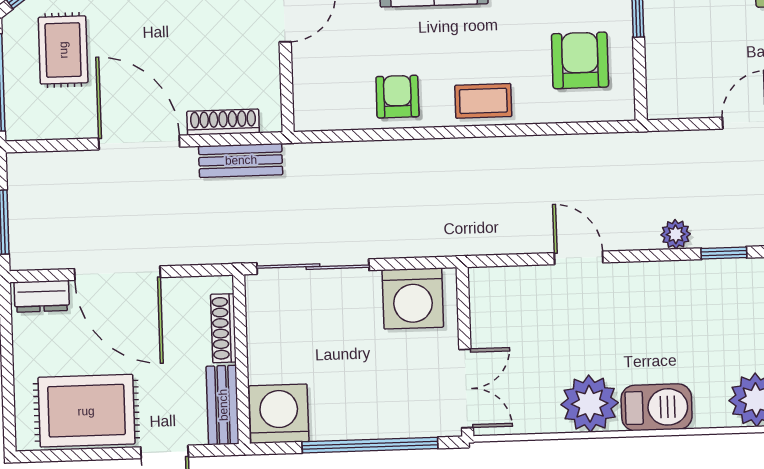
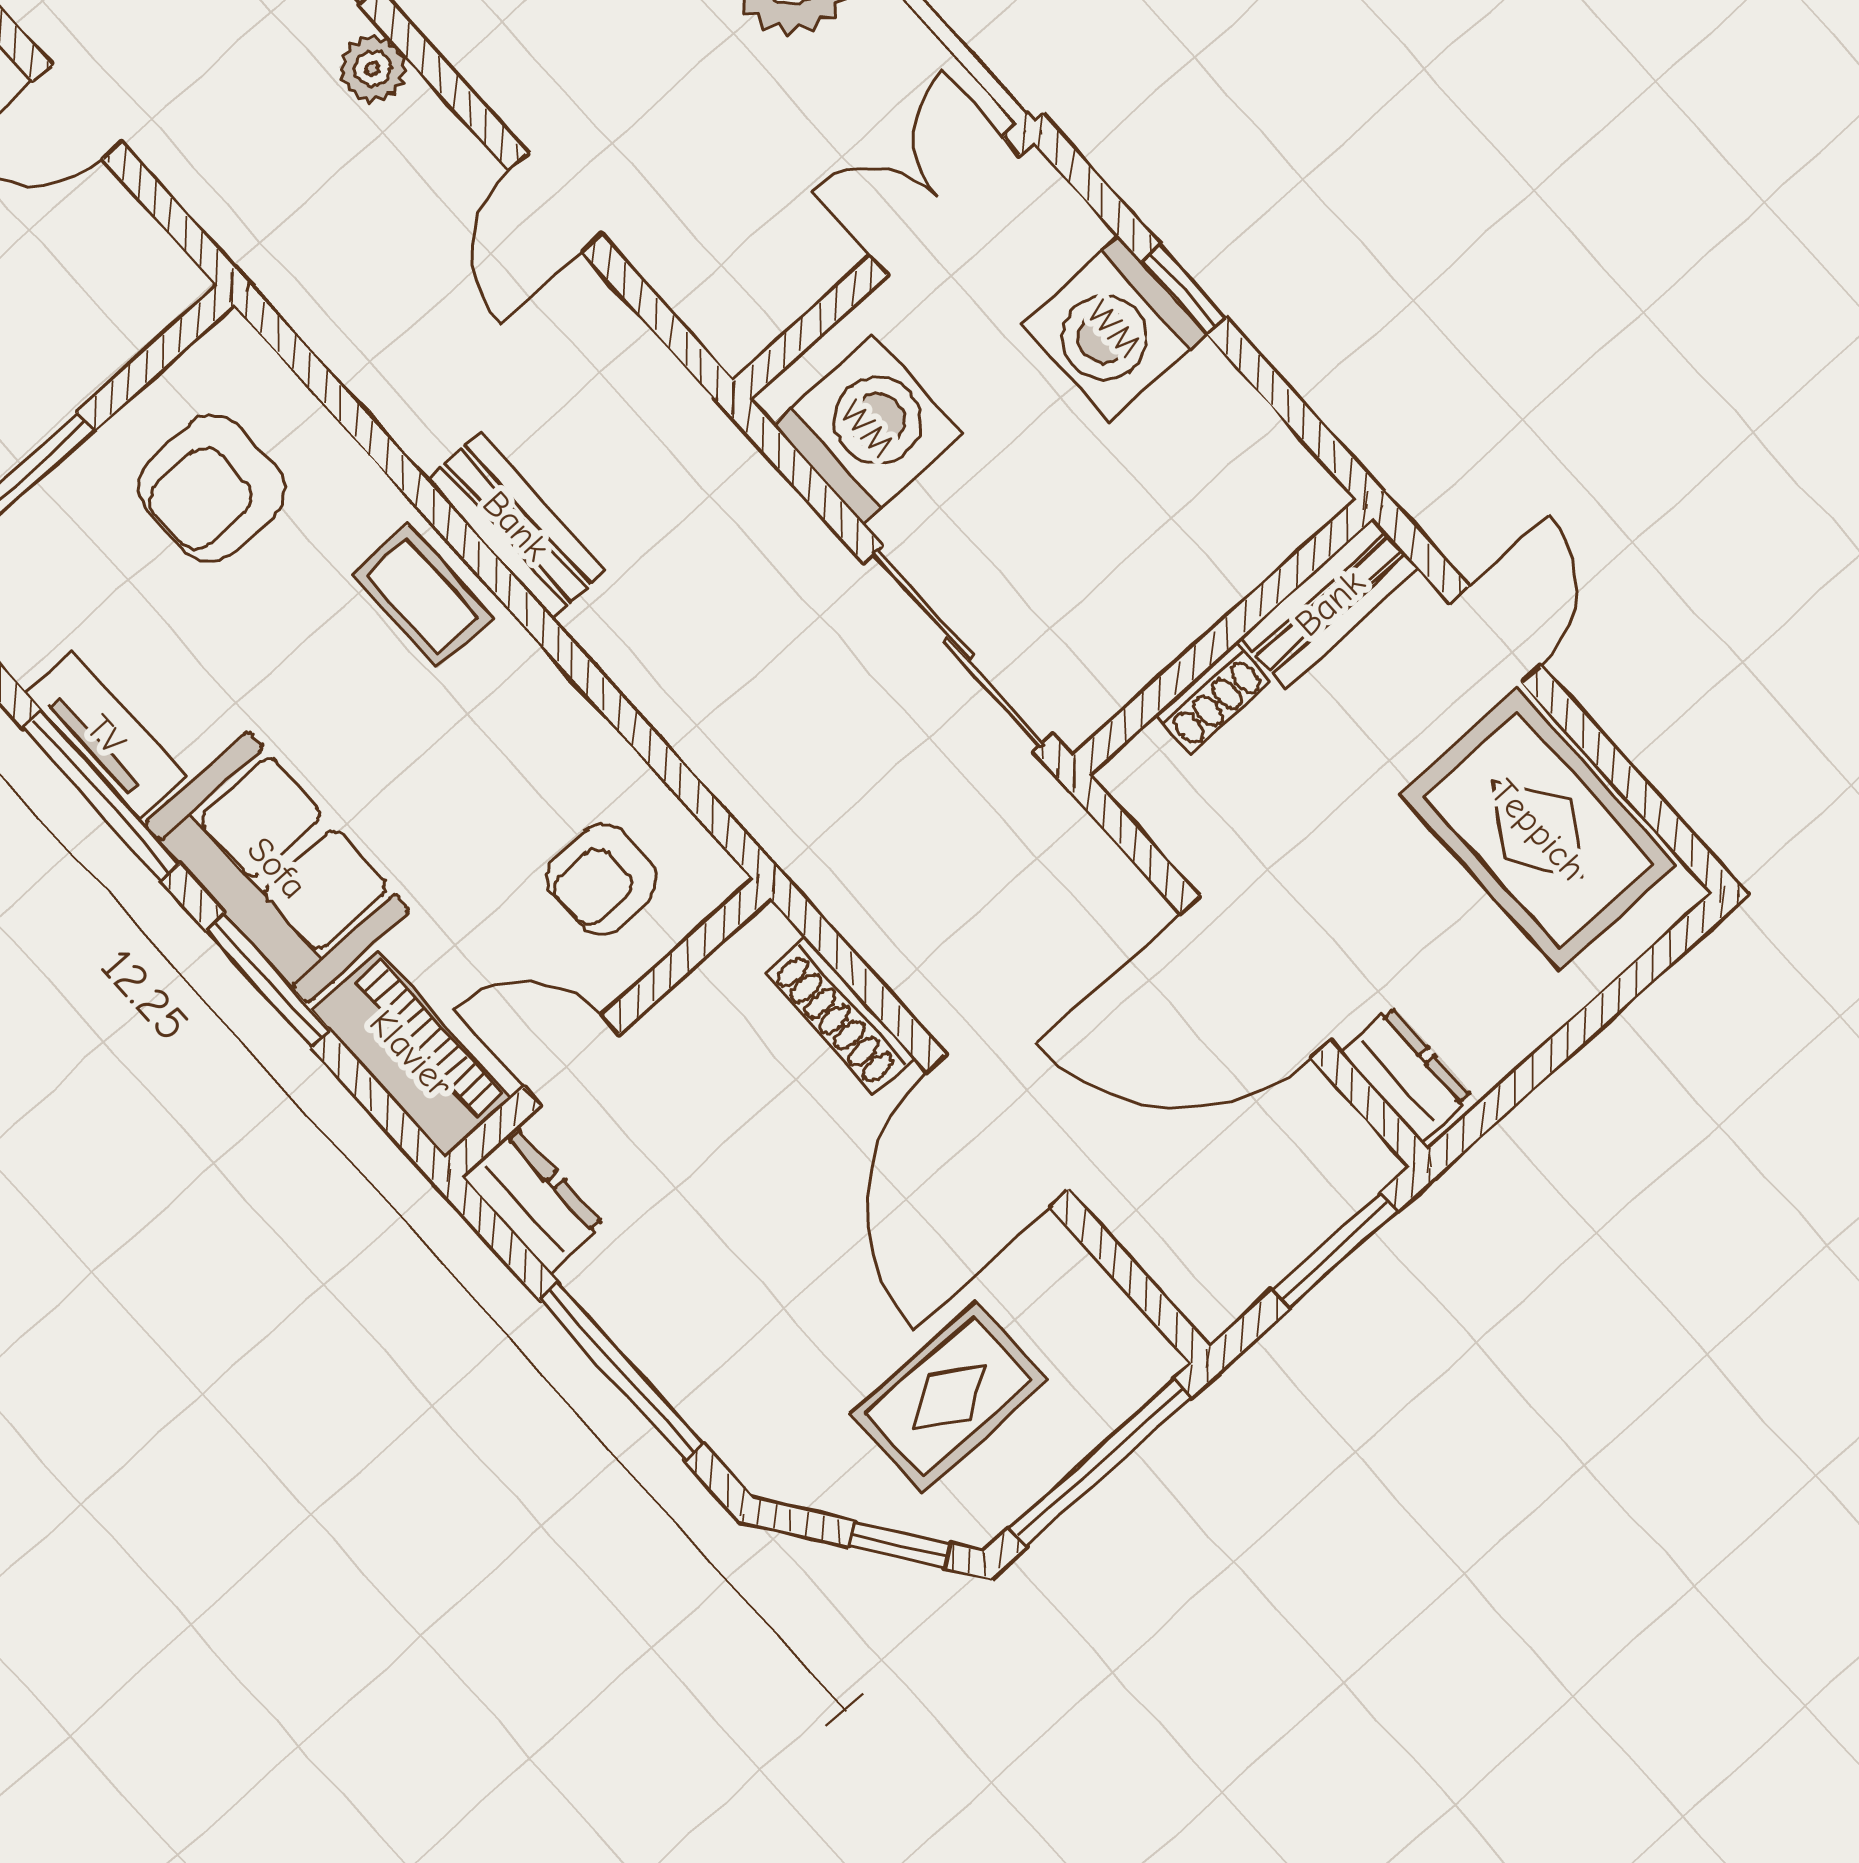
armchair: (397, 97) -> (602, 879), moved
bench: (241, 160) -> (516, 526), moved
door: (117, 273) -> (1255, 977), swing flipped
shoe rack: (223, 328) -> (1213, 698), width x0.70
washing machine: (279, 414) -> (1114, 329), moved
window: (370, 445) -> (1184, 289), width x0.32

